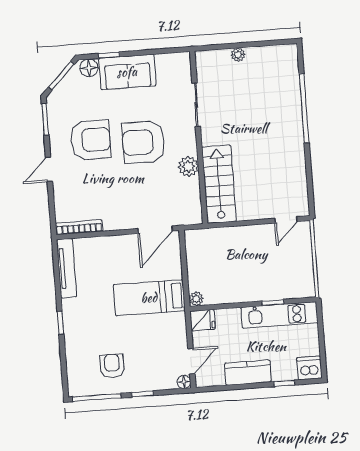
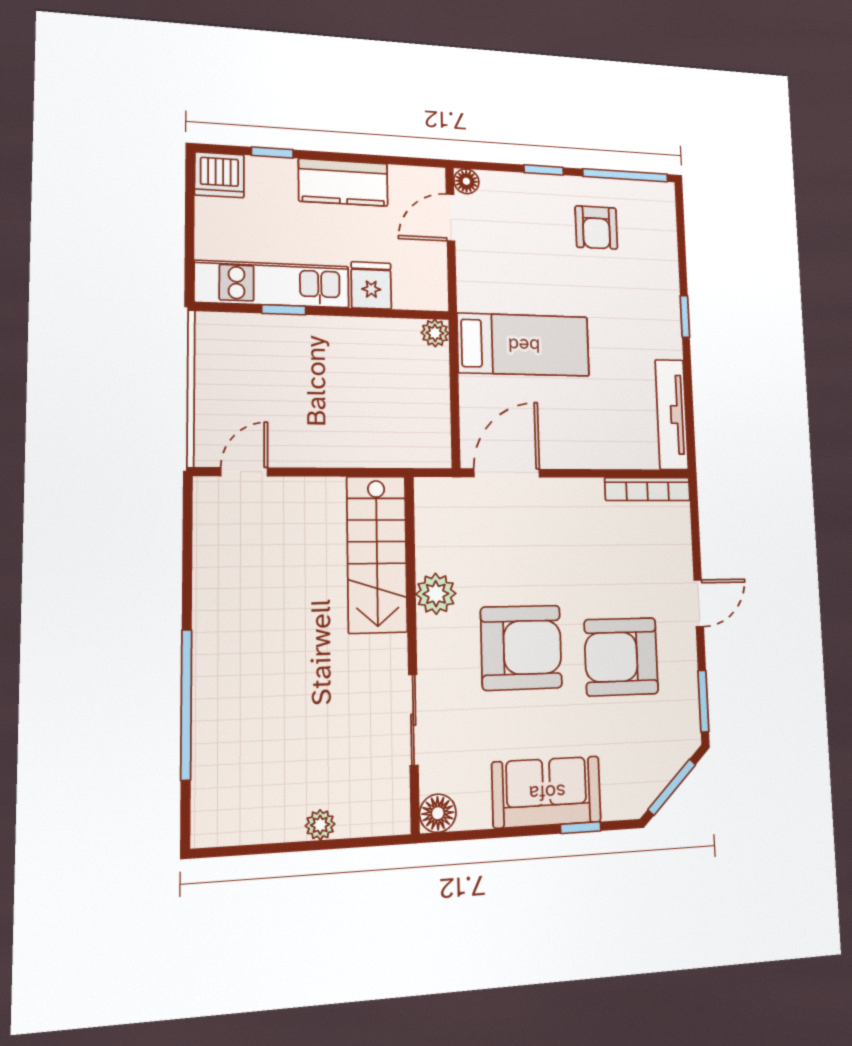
floor lamp: (89, 68) -> (438, 813), moved
fridge: (203, 320) -> (371, 285), moved, turned 90

